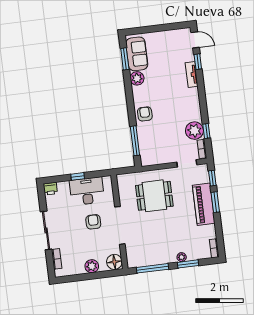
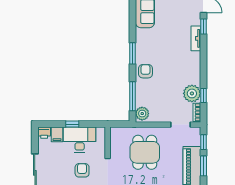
window: (125, 59) -> (133, 53), moved
plant: (137, 78) -> (142, 114), moved
filing cabinet: (64, 189) -> (57, 134), added
dining table: (154, 196) -> (145, 152), turned 90

